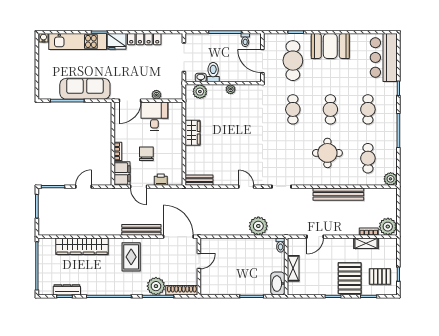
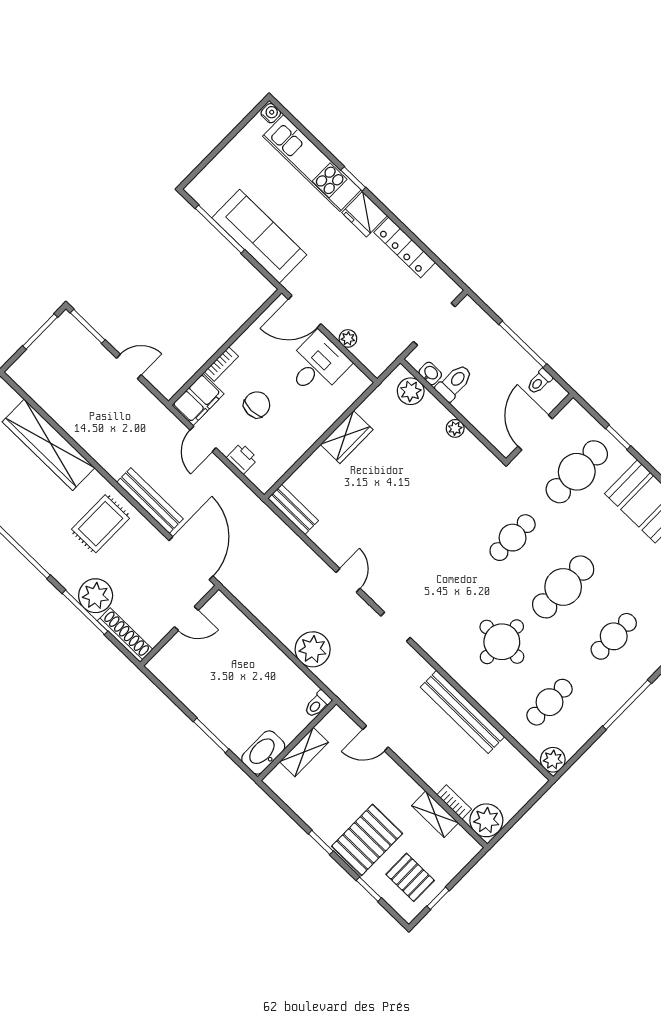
cafe table: (330, 109) -> (563, 587), width x1.37, depth x1.35

